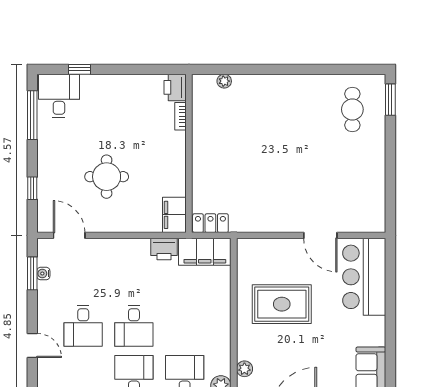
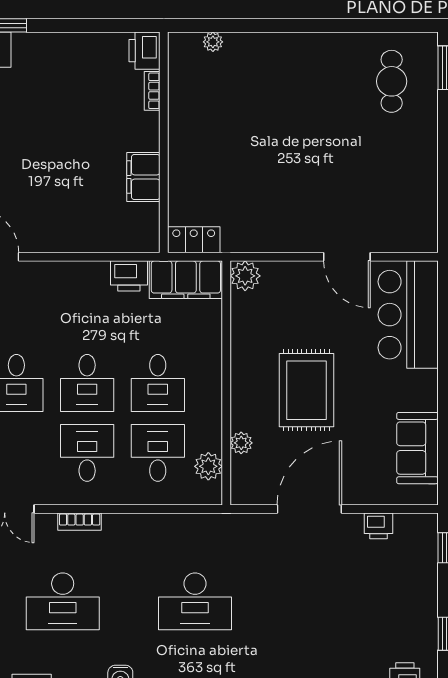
round table: (107, 177) -> (49, 175), removed
filing cabinet: (174, 215) -> (143, 177), moved
plant: (247, 249) -> (245, 276), added
rug: (282, 304) -> (306, 390), moved, turned 90
desk: (185, 326) -> (158, 383), added

